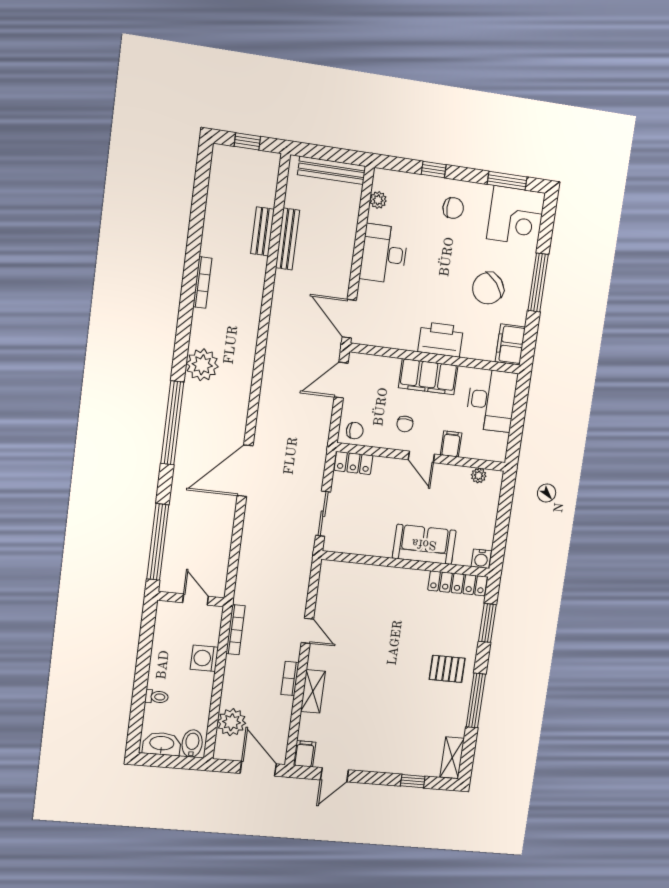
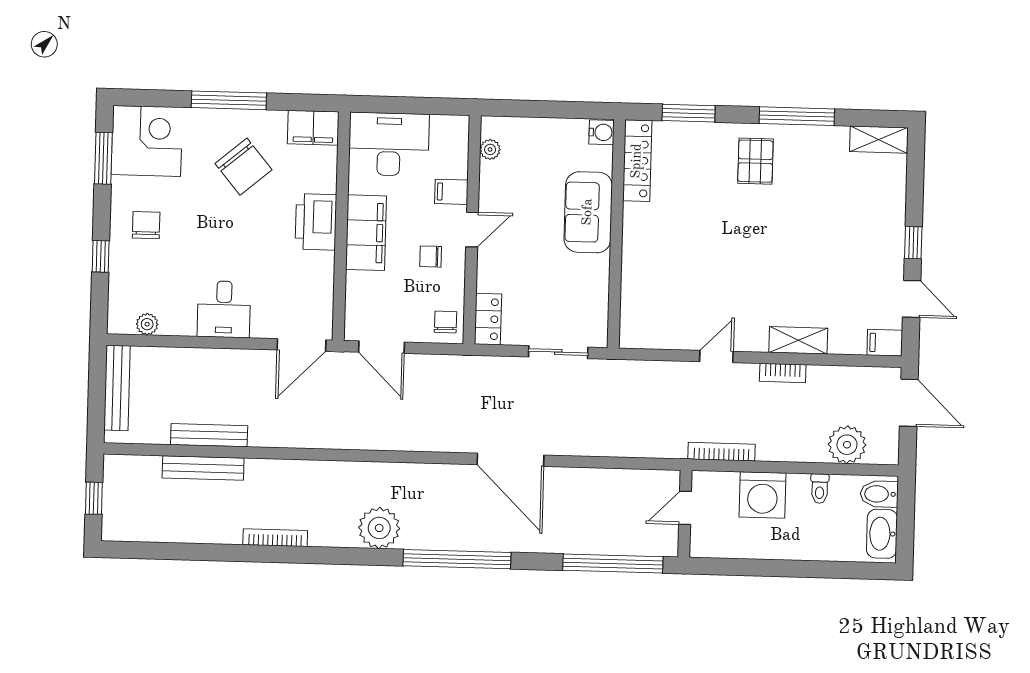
bench: (262, 231) -> (203, 468), width x1.36
desk: (384, 254) -> (224, 309), width x0.73
chair: (405, 424) -> (431, 257), turned 180
washing machine: (204, 658) -> (763, 495), width x1.37, depth x1.37
toilet: (157, 697) -> (820, 489), moved, turned 180
door: (258, 769) -> (909, 403), swing flipped
window: (413, 781) -> (913, 243), moved

